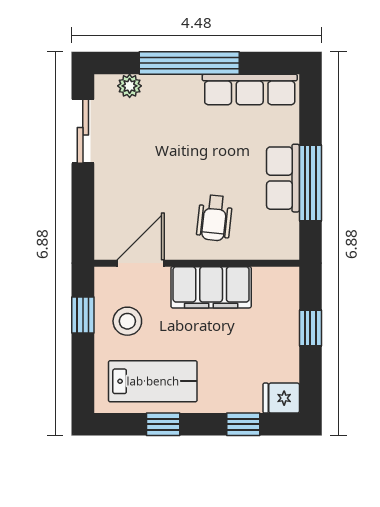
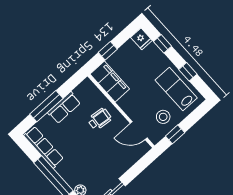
window: (310, 183) -> (46, 106), moved
filing cabinet: (211, 287) -> (110, 82), moved

